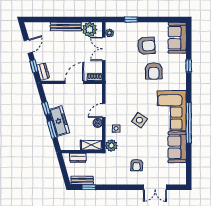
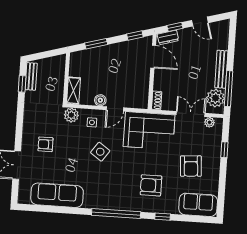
window: (81, 19) -> (229, 89), added
armchair: (154, 71) -> (151, 185), moved
door: (74, 82) -> (153, 57), moved
window: (46, 108) -> (135, 35), moved
door: (104, 111) -> (115, 109), swing flipped
corner sofa: (172, 111) -> (149, 131), moved, turned 180
freezer: (59, 121) -> (106, 53), removed
window: (189, 123) -> (116, 213), moved
sofa: (177, 147) -> (57, 195), width x1.36
dresser: (78, 158) -> (59, 73), removed

